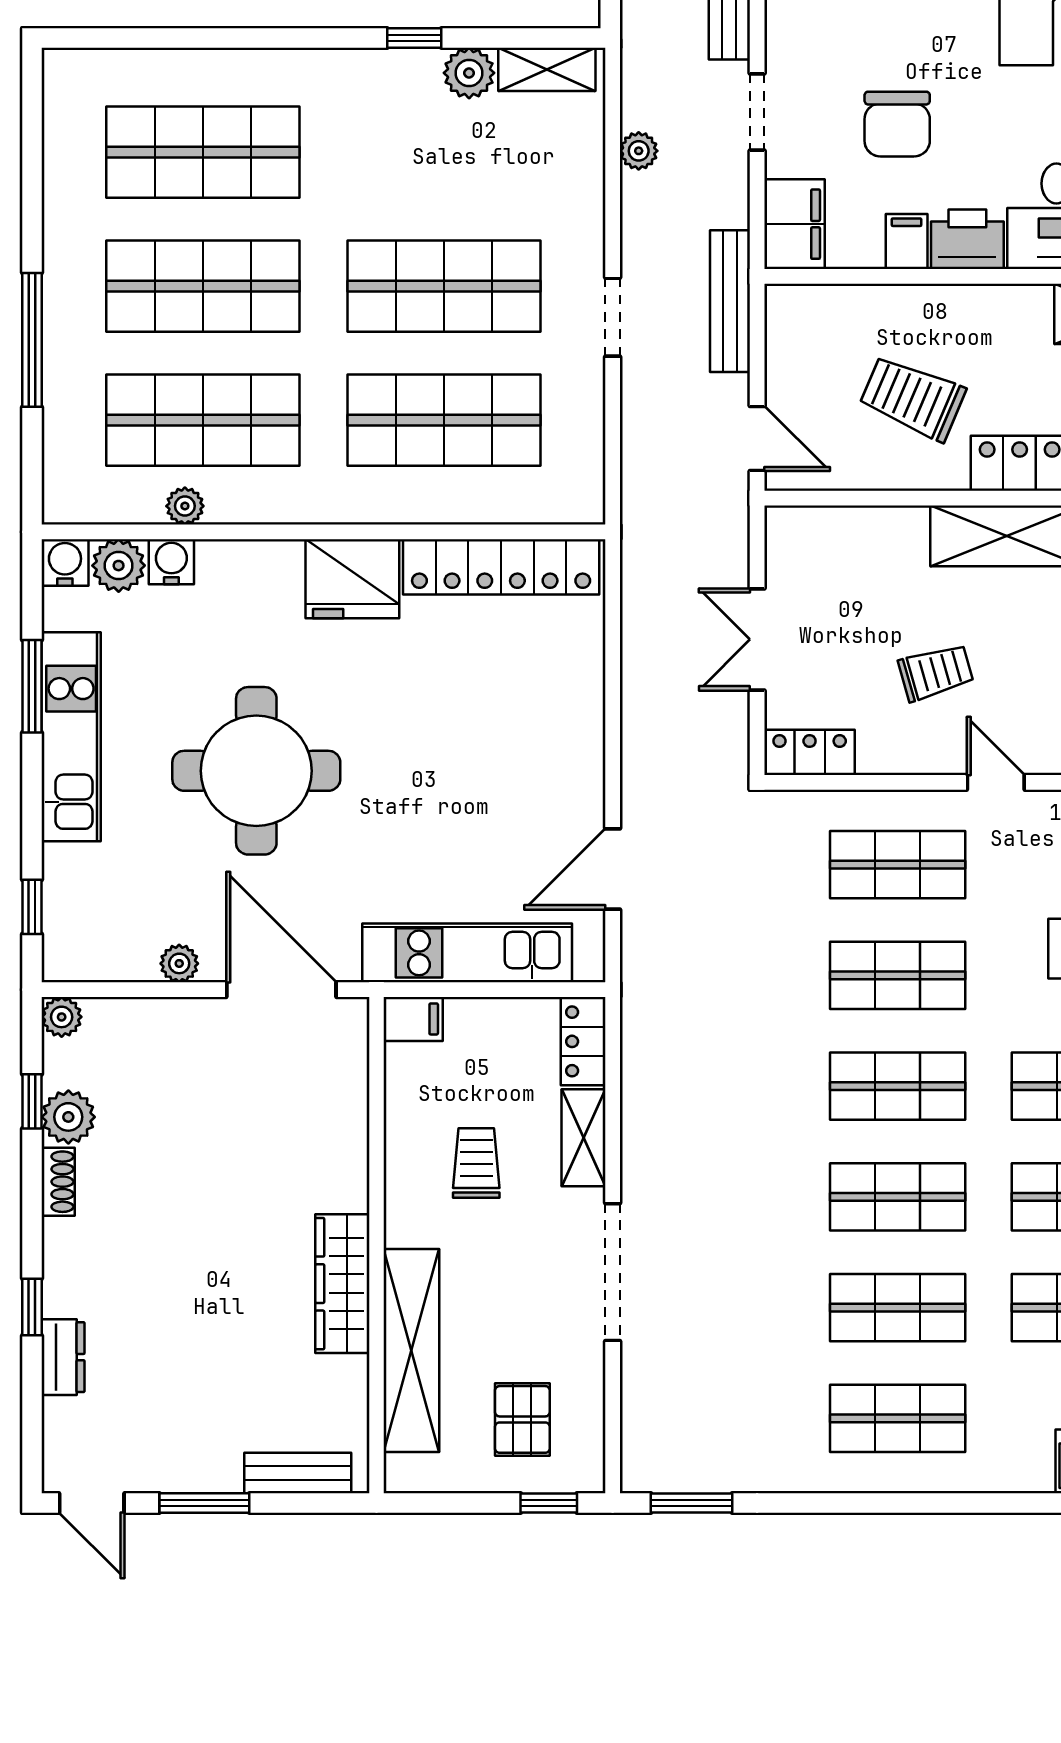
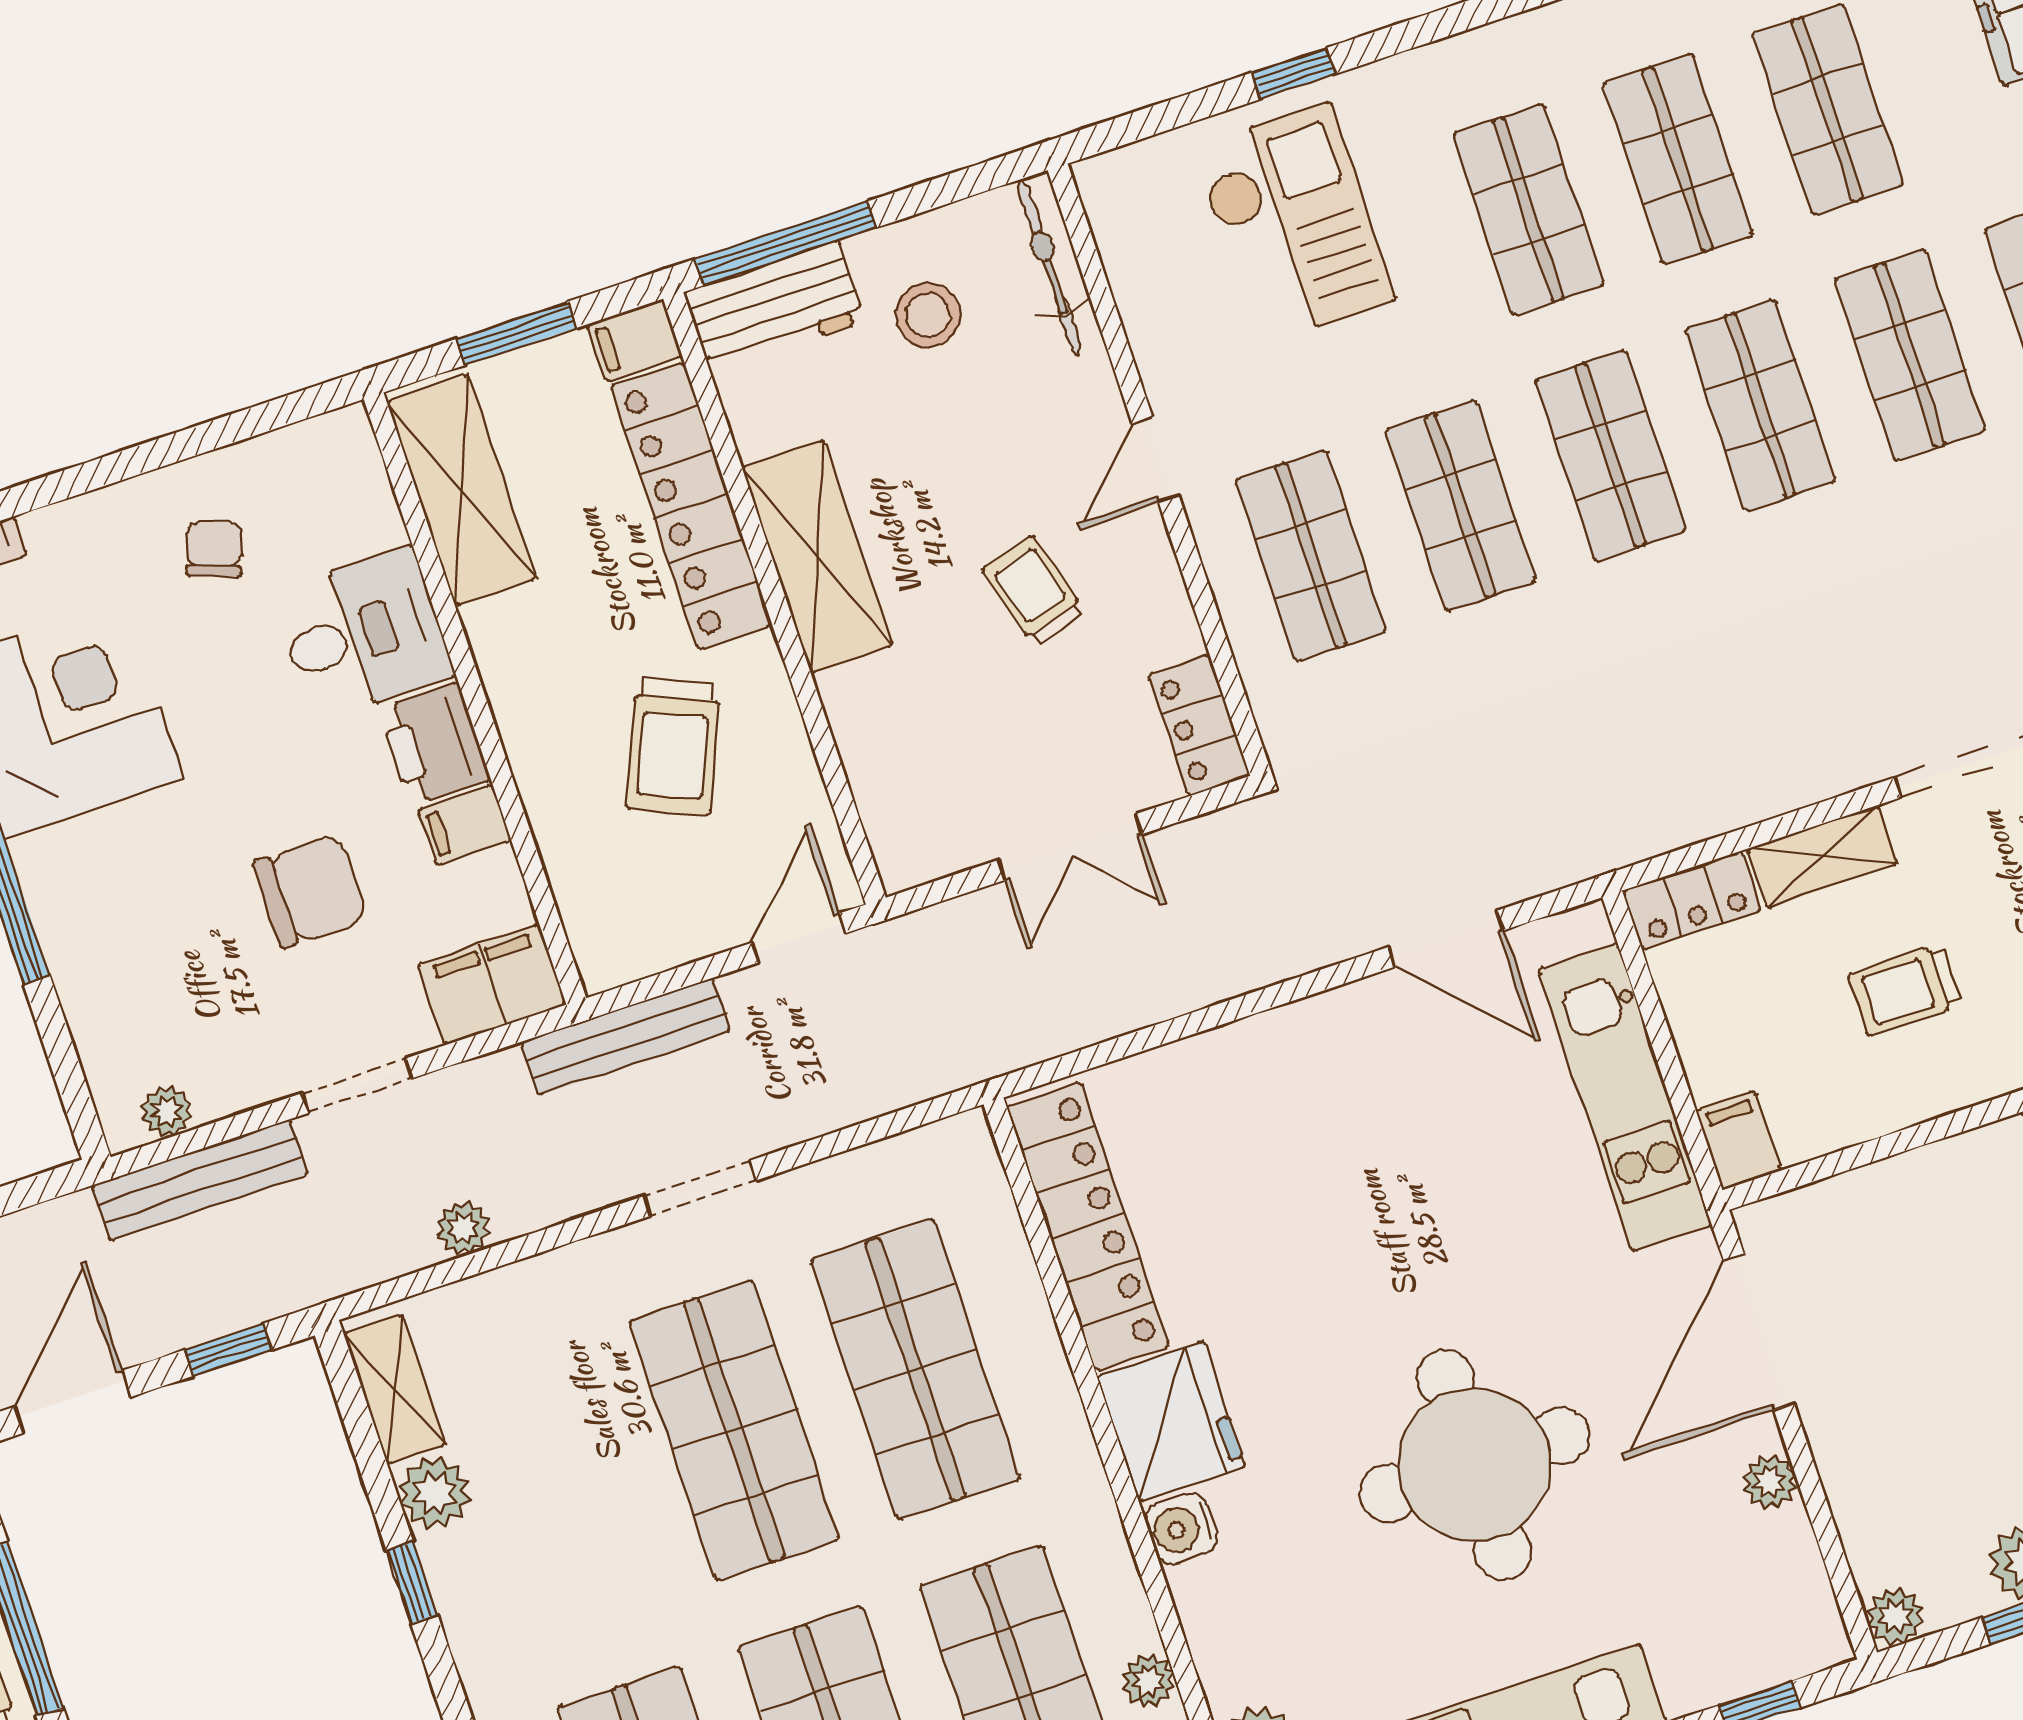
water cooler: (171, 562) -> (1181, 1528), moved

